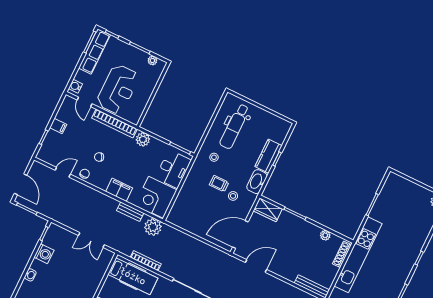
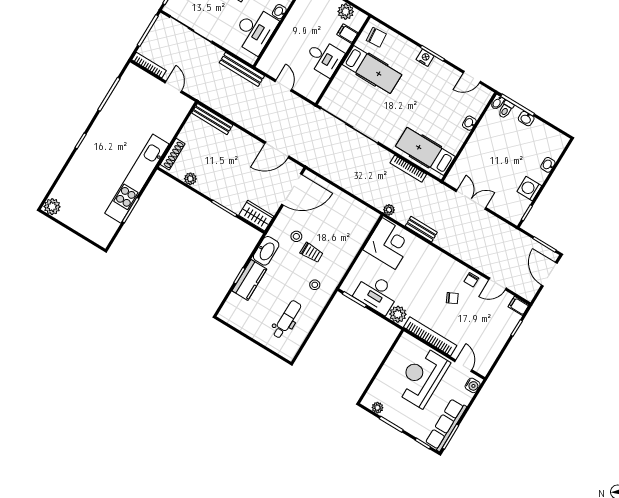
filing cabinet: (58, 126) -> (518, 306), moved
dental chair: (234, 126) -> (287, 319), width x0.73, depth x0.72
desk: (173, 169) -> (377, 293), moved, turned -90
filing cabinet: (119, 190) -> (432, 257), removed
plant: (153, 227) -> (389, 210), width x0.53, depth x0.53
kitchen unit: (358, 255) -> (137, 179), moved

